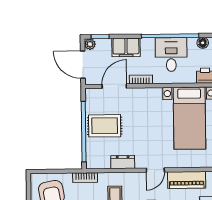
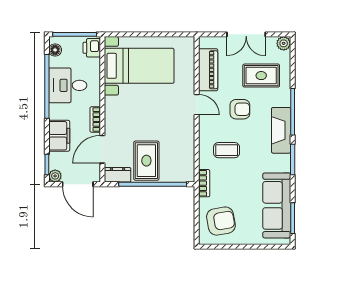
door: (83, 65) -> (78, 184), hinge flipped
door: (114, 86) -> (102, 149), hinge flipped
dresser: (123, 162) -> (118, 175), moved, turned 90

